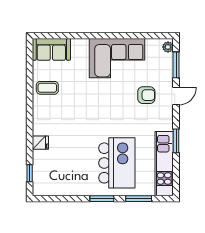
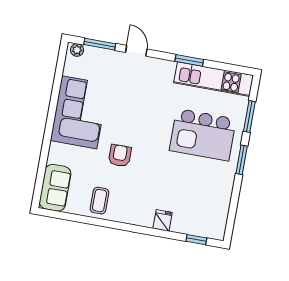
armchair: (146, 95) -> (120, 156), moved
kitchen island: (117, 163) -> (203, 135), turned 180

